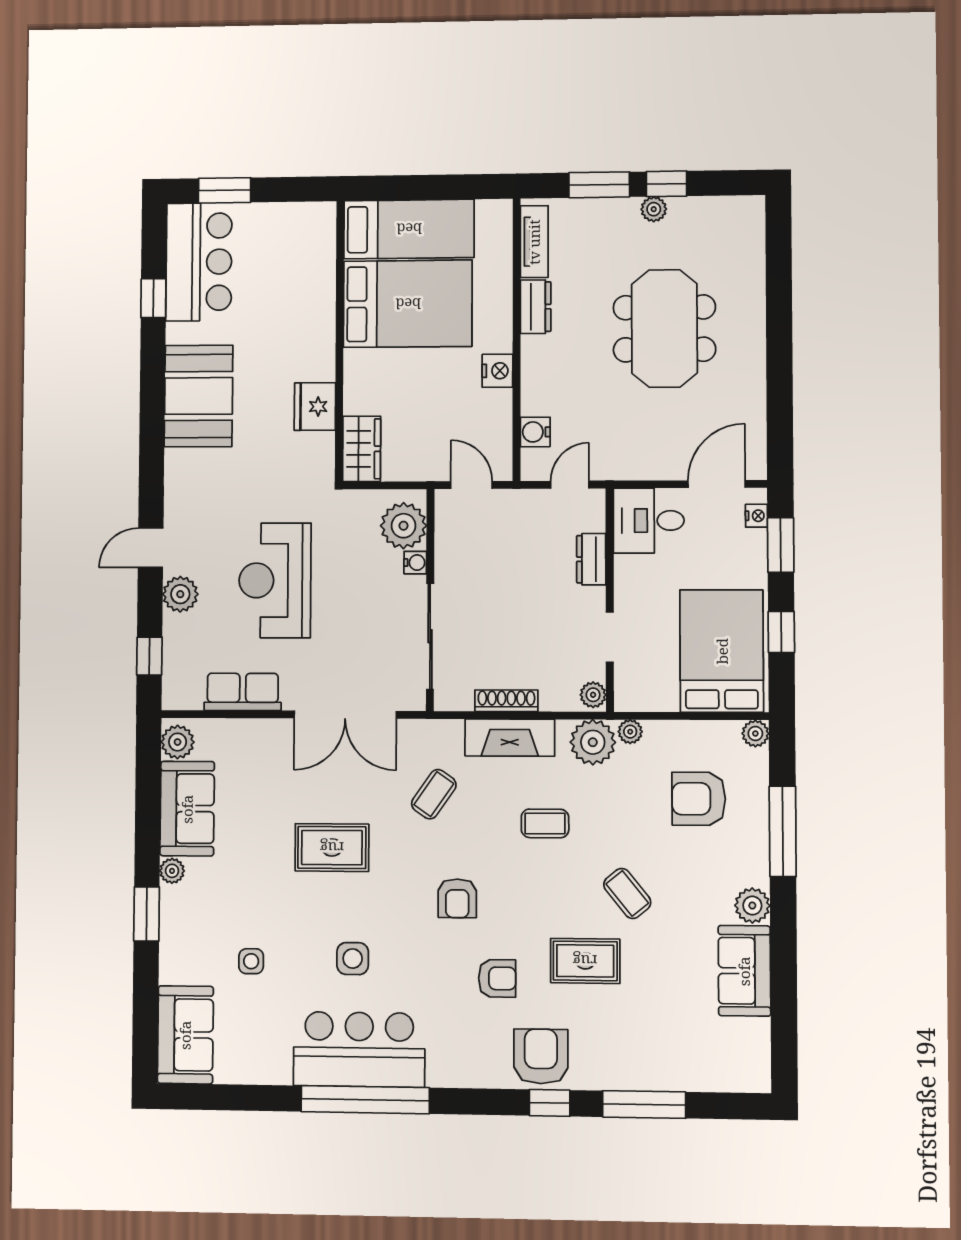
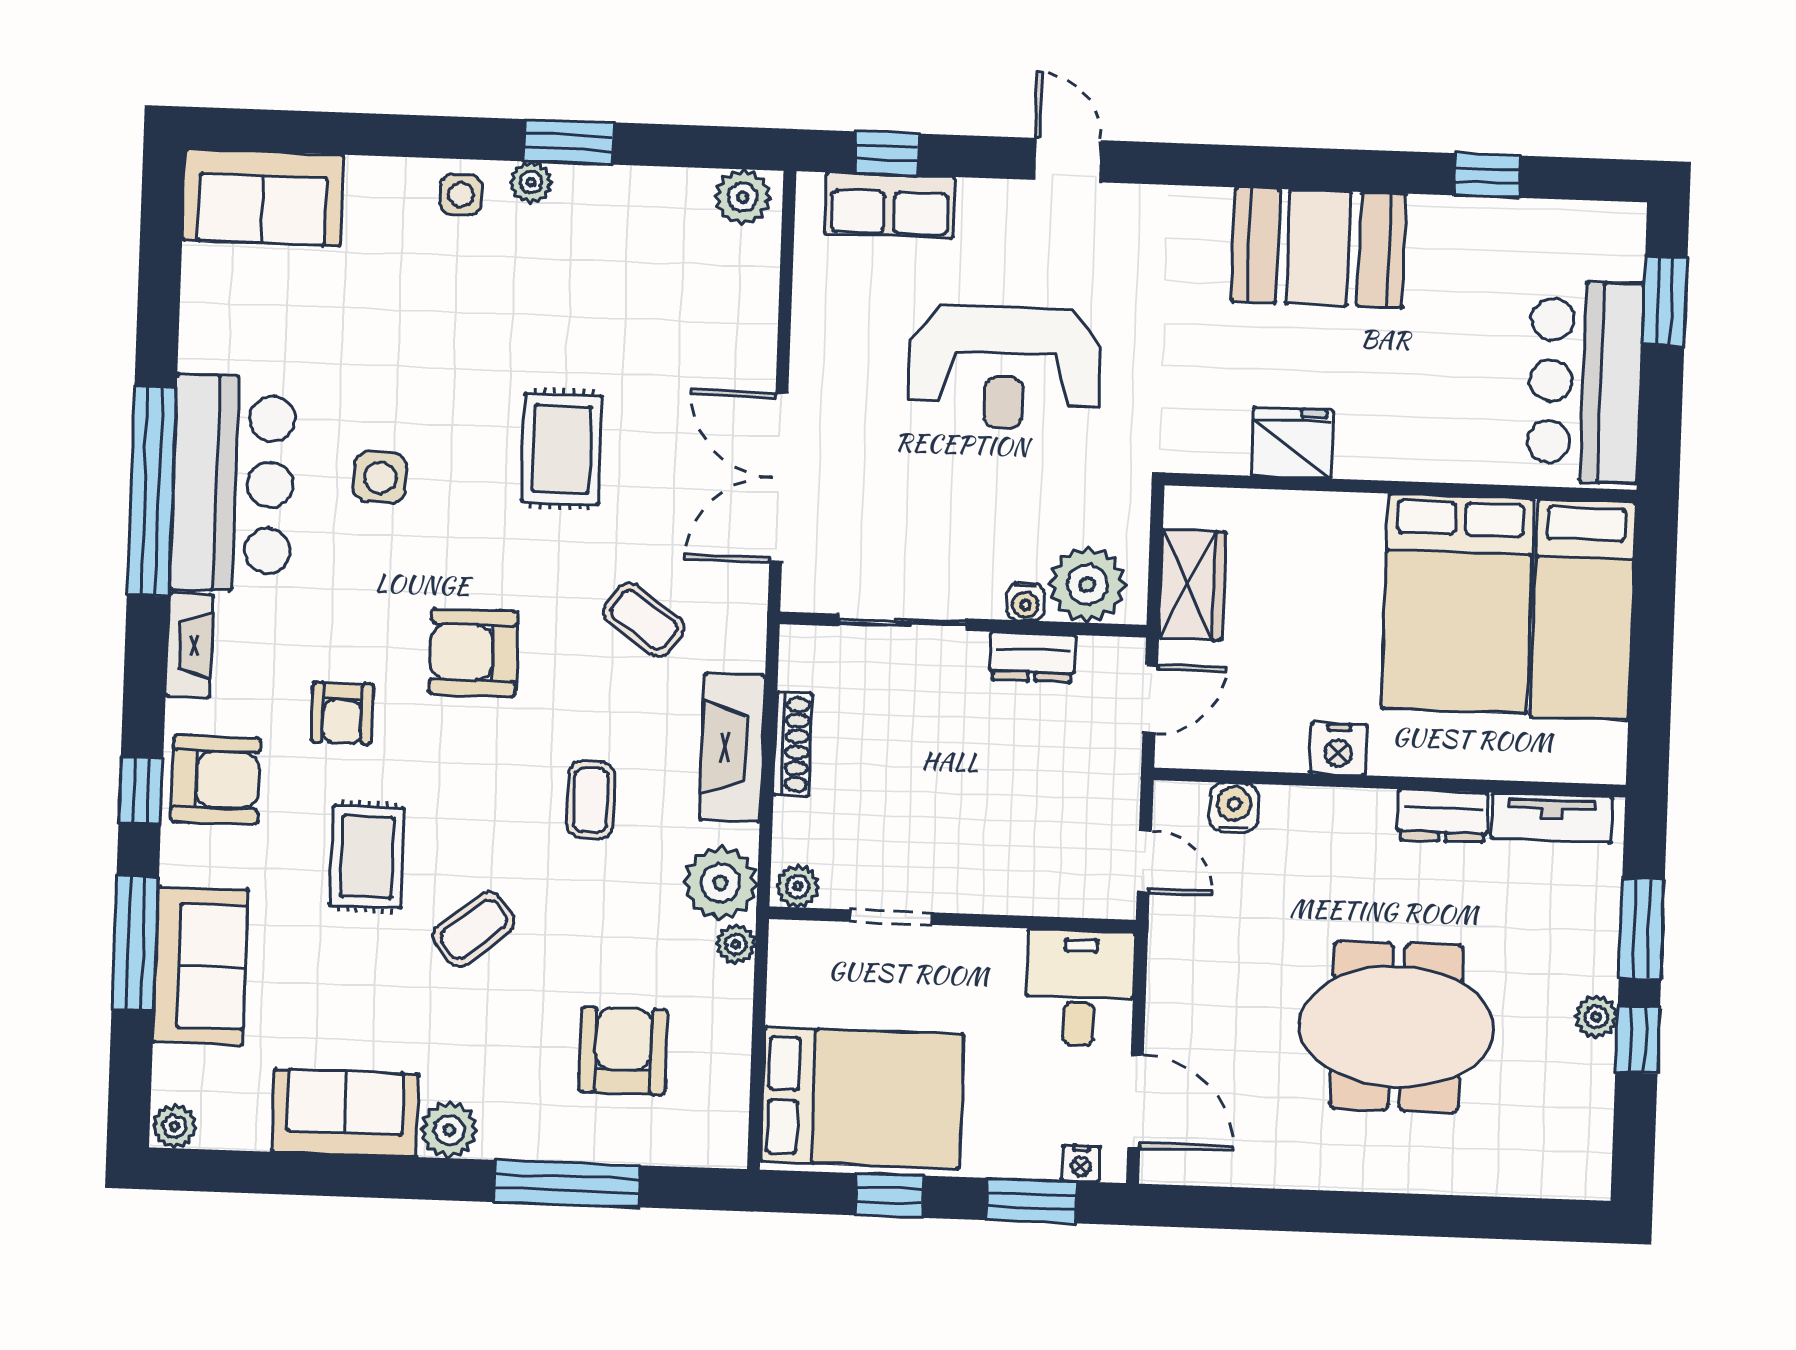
bar counter: (199, 262) -> (1585, 382), moved, turned 90
wardrobe: (362, 449) -> (1192, 585), moved, turned -90
dresser: (591, 559) -> (1032, 657), moved, turned 180
reception desk: (275, 580) -> (1005, 368), turned 180
plant: (180, 594) -> (988, 208), removed
sliding door: (430, 636) -> (903, 622), width x0.73
row of seats: (243, 692) -> (890, 205), moved, turned 90
plant: (755, 733) -> (174, 1126), moved
sofa: (187, 809) -> (200, 966), moved, turned -90
armchair: (457, 898) -> (473, 652), width x1.38, depth x1.38
window: (147, 914) -> (569, 142), moved
side table: (251, 961) -> (461, 195), moved
fireplace: (459, 1074) -> (189, 645), added

